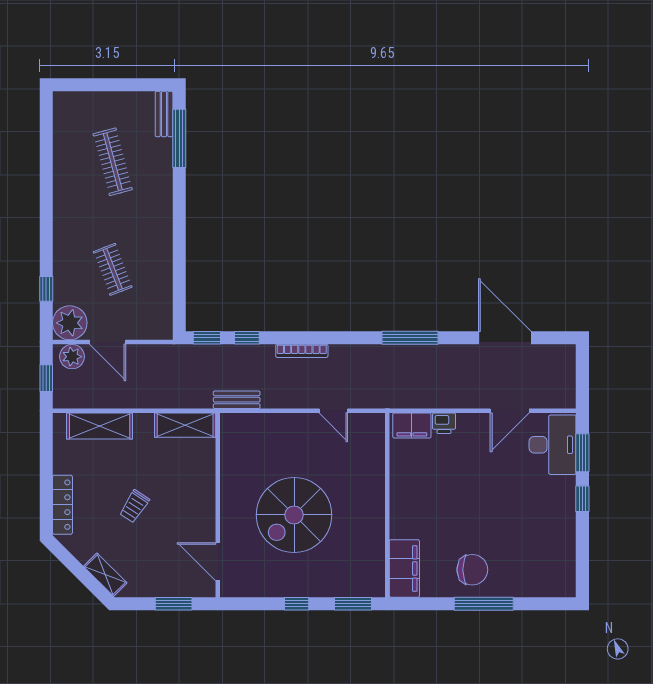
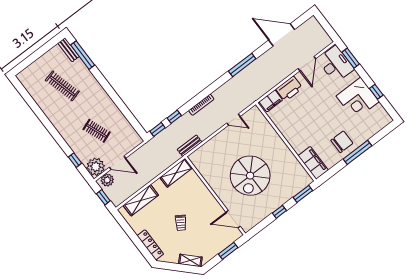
printer: (444, 423) -> (289, 89), width x1.87, depth x1.48
window: (582, 499) -> (376, 92), moved
corner desk: (546, 523) -> (358, 99), added

